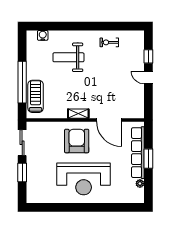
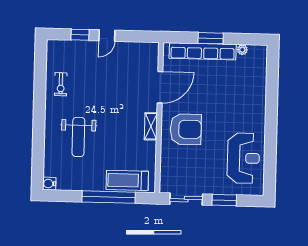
water cooler: (43, 35) -> (49, 184), moved
armchair: (77, 141) -> (186, 129), turned 180
reception desk: (84, 179) -> (243, 158), moved, width x0.74, depth x0.77

